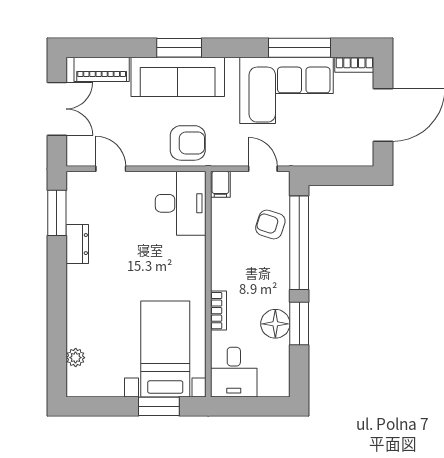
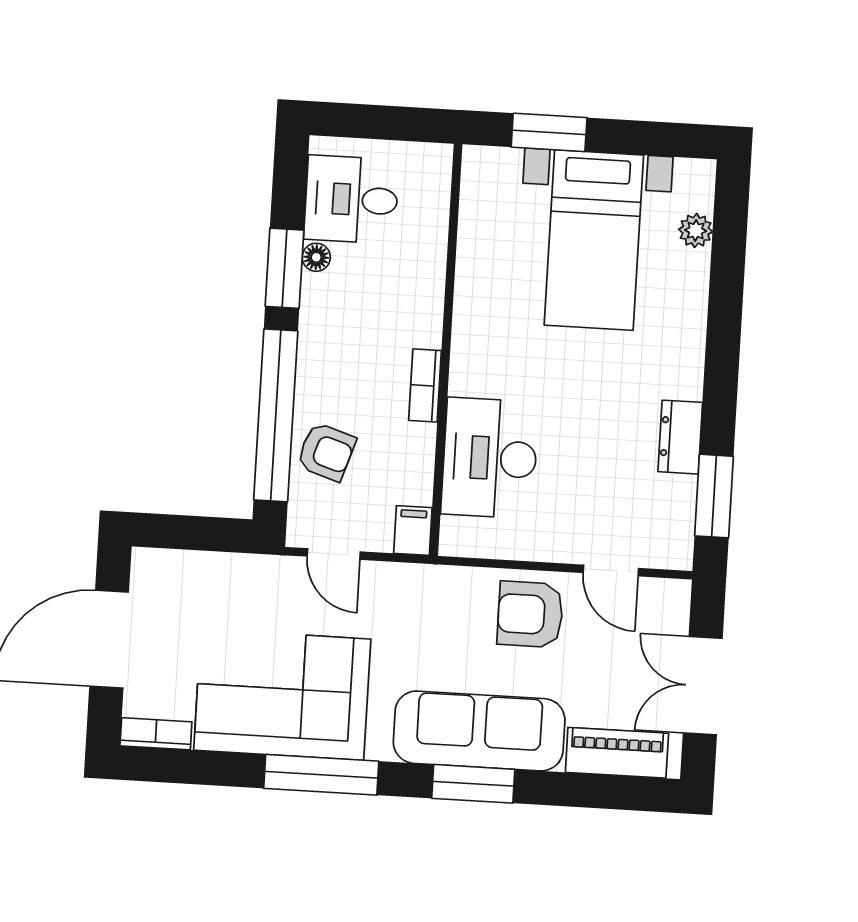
window: (299, 48) -> (321, 775), moved
armchair: (188, 143) -> (530, 614), moved
desk: (181, 203) -> (490, 458), moved
bookcase: (218, 311) -> (425, 386), moved
floor lamp: (275, 324) -> (316, 257), width x0.53, depth x0.53
bed with nightstands: (165, 349) -> (594, 240), moved
desk: (234, 372) -> (351, 199), moved, turned -90

